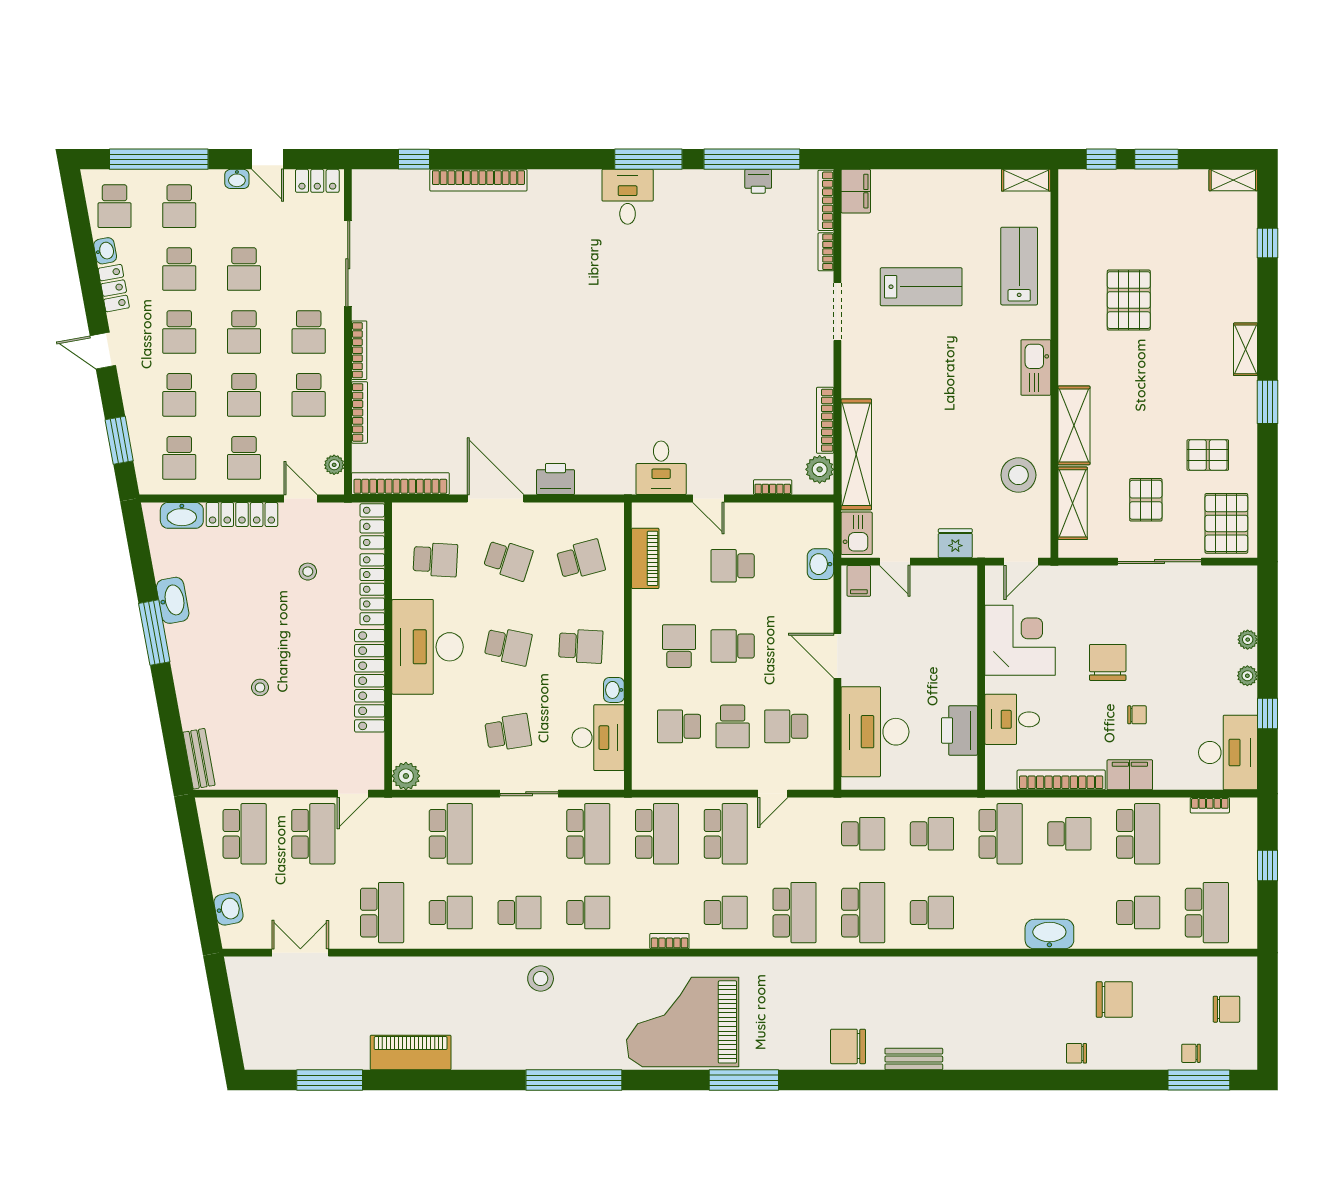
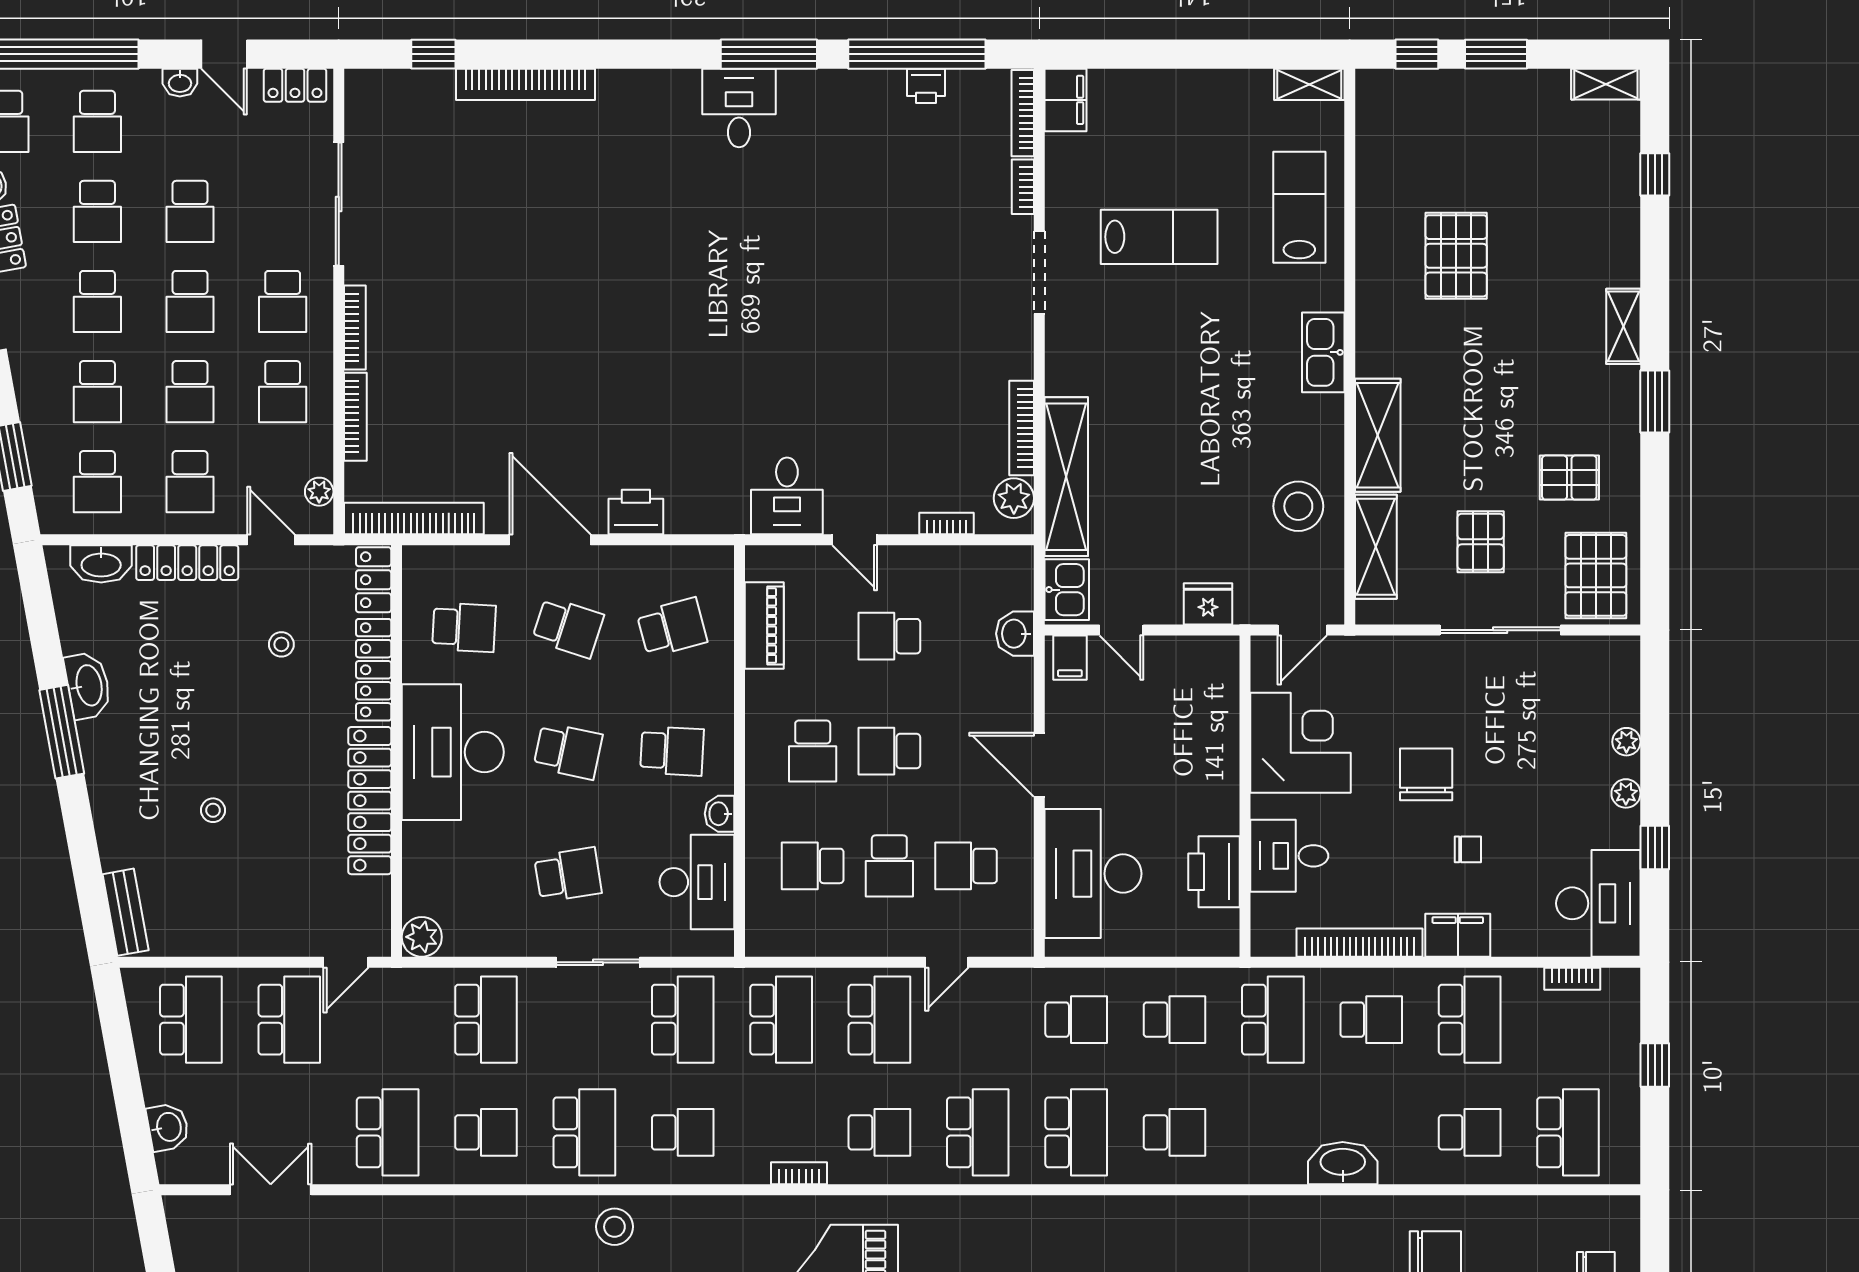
school desk: (679, 646) -> (813, 751), turned 180
school desk: (520, 913) -> (584, 1132), width x1.85

